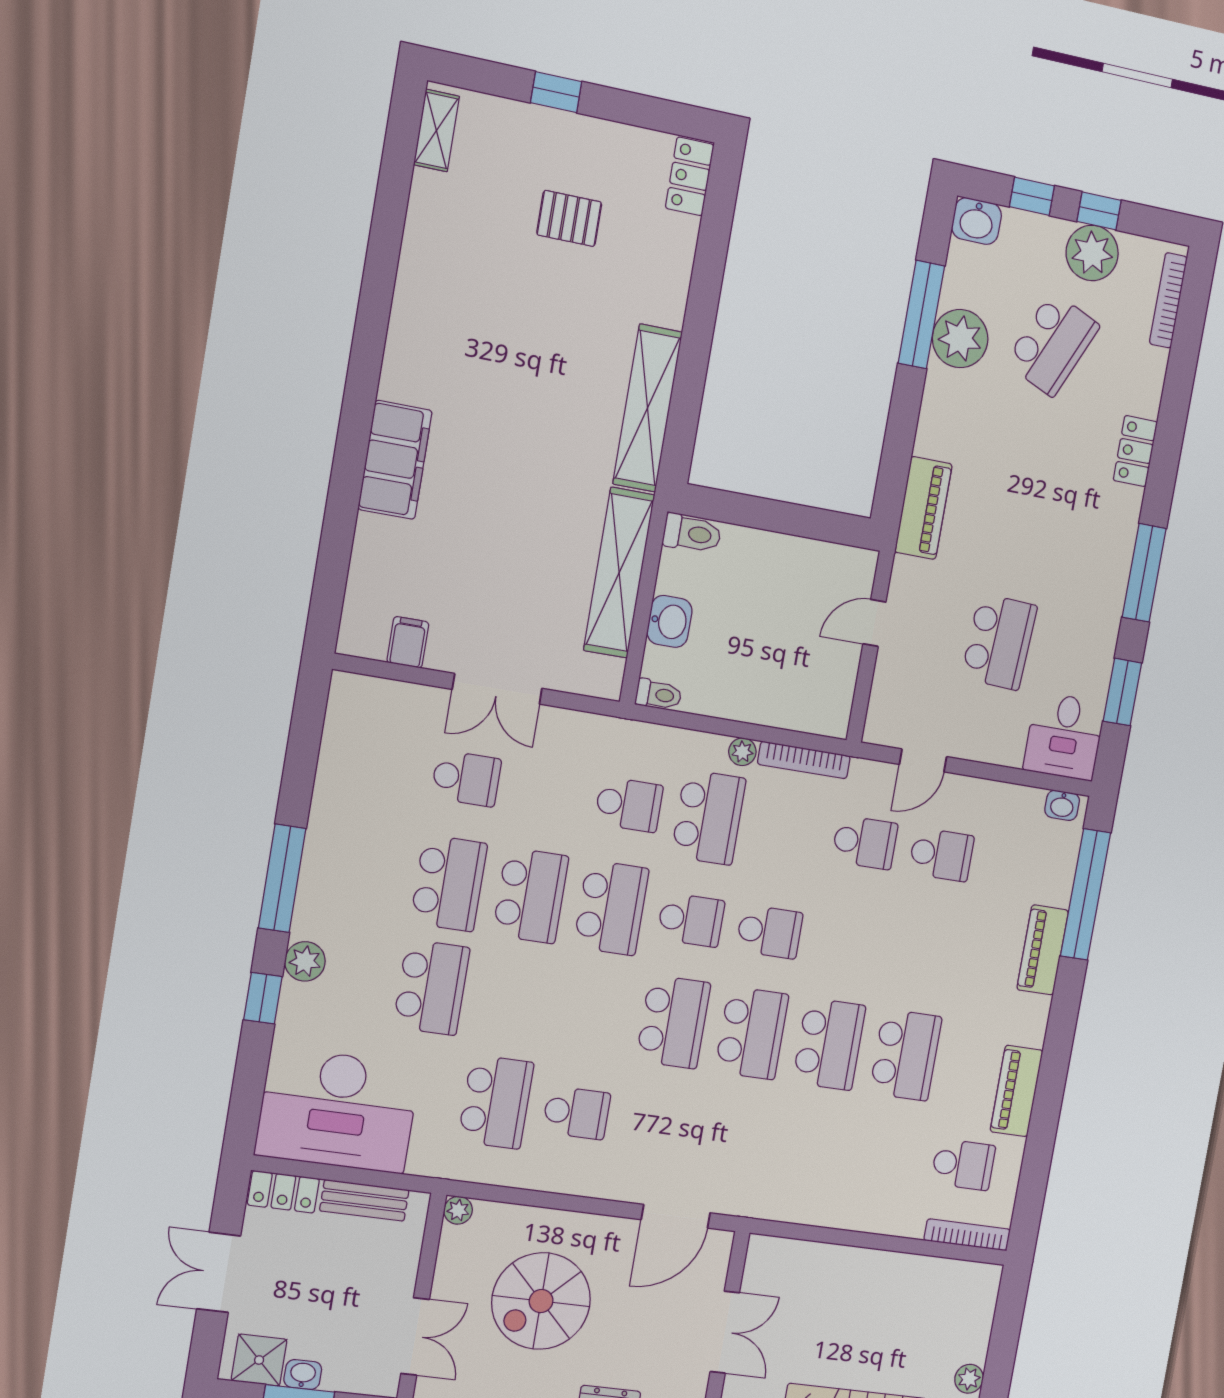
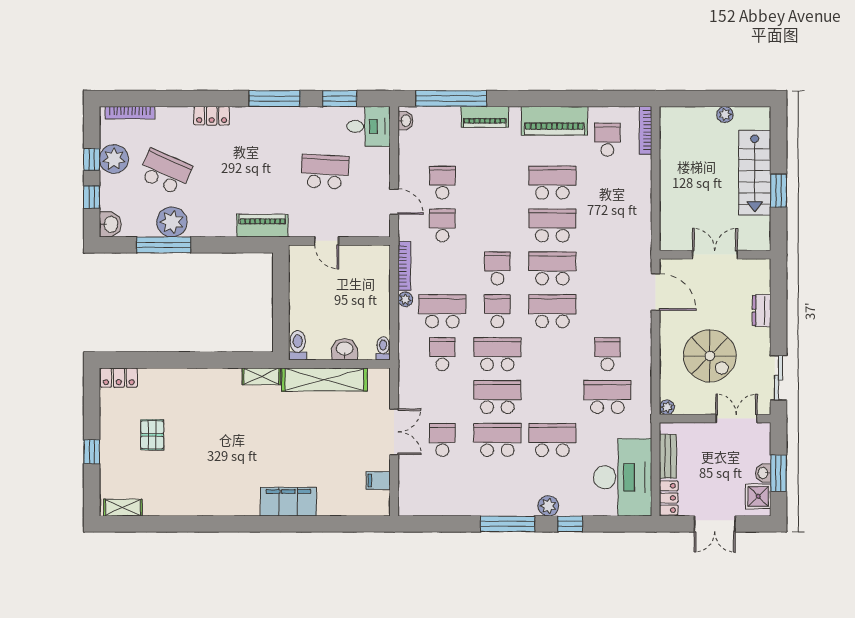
shelving: (648, 408) -> (261, 376), width x0.45, depth x0.75
piano: (1017, 1091) -> (554, 121), width x1.37, depth x1.33

